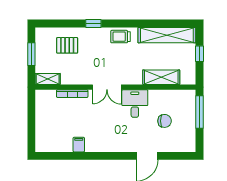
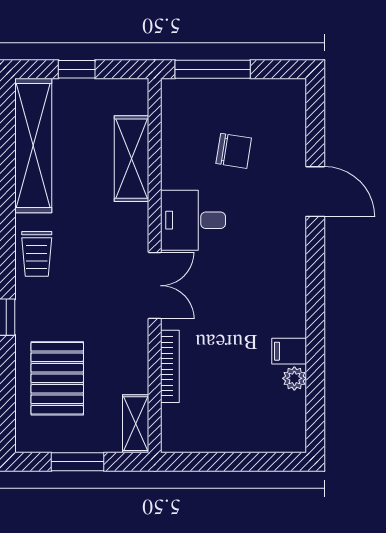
pallet: (67, 45) -> (57, 378), width x1.50, depth x1.42
chair: (165, 121) -> (234, 151), turned 99
plant: (67, 147) -> (294, 378), added

